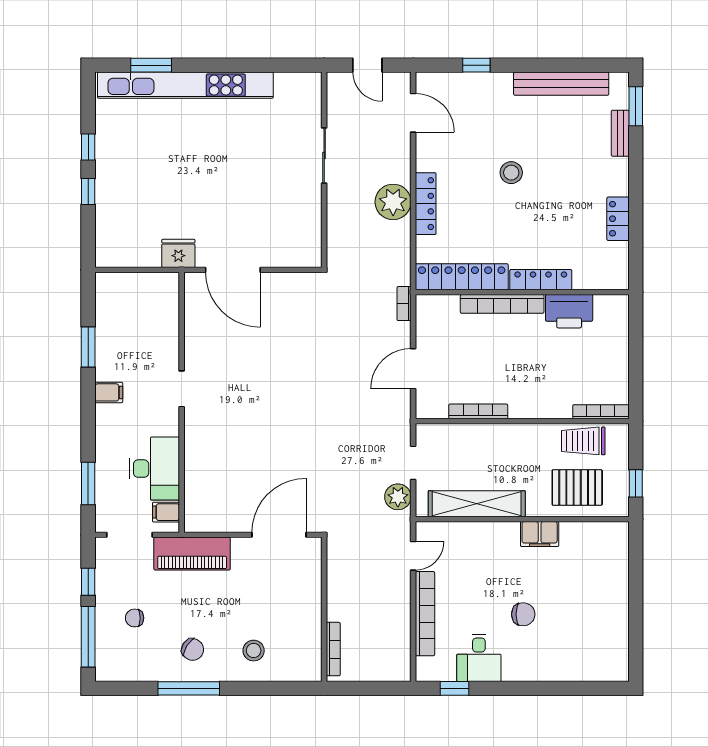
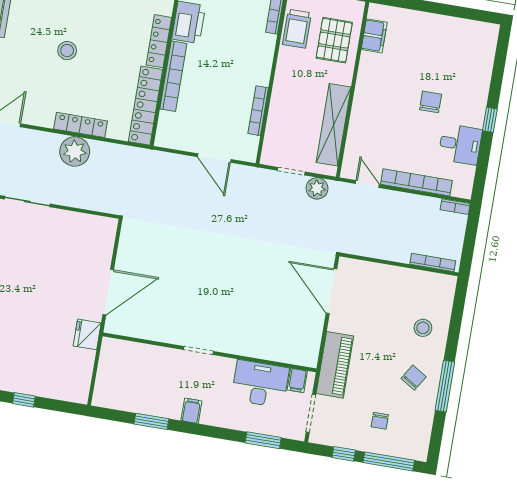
bookcase: (404, 304) -> (455, 207), moved
filing cabinet: (540, 534) -> (374, 36), moved
window: (455, 688) -> (490, 120), moved

